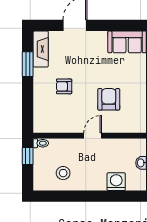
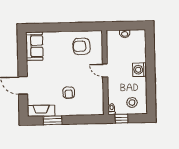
armchair: (109, 99) -> (82, 46), moved
stool: (63, 173) -> (132, 102), moved
washing machine: (116, 182) -> (140, 70), moved

